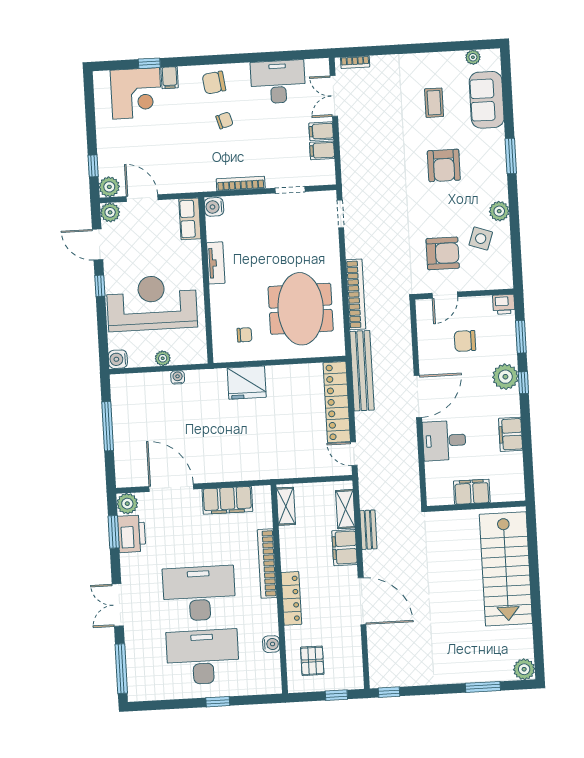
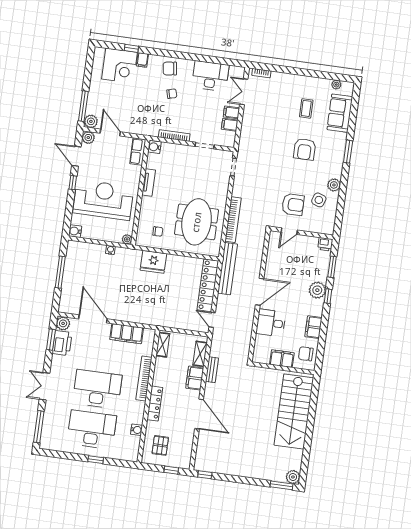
window: (93, 166) -> (83, 106), width x2.17
chair: (465, 341) -> (306, 354), moved
plant: (163, 358) -> (127, 239), moved
window: (483, 687) -> (282, 485), moved

